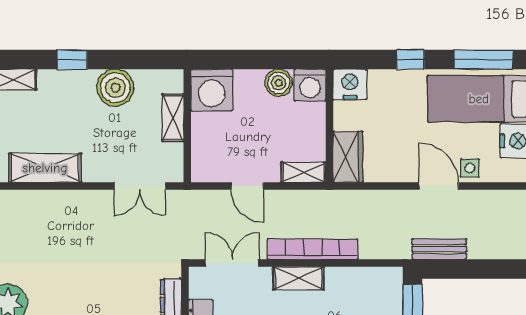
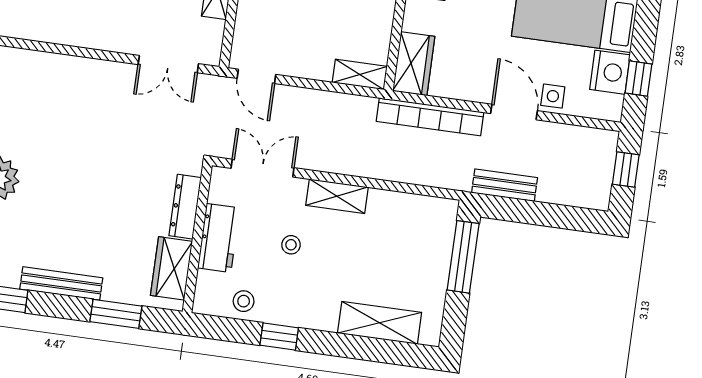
shelving: (45, 168) -> (62, 28), removed
door: (247, 186) -> (256, 76), moved
bookcase: (313, 249) -> (430, 117), moved, turned 180

